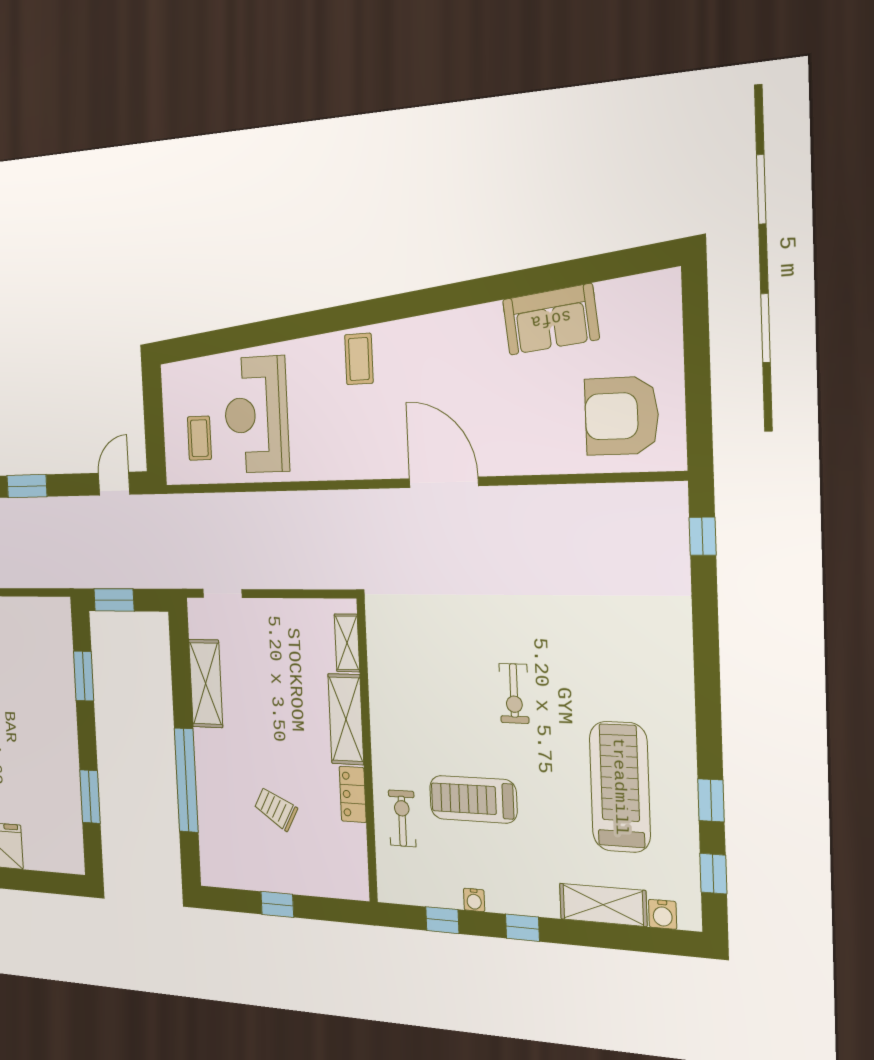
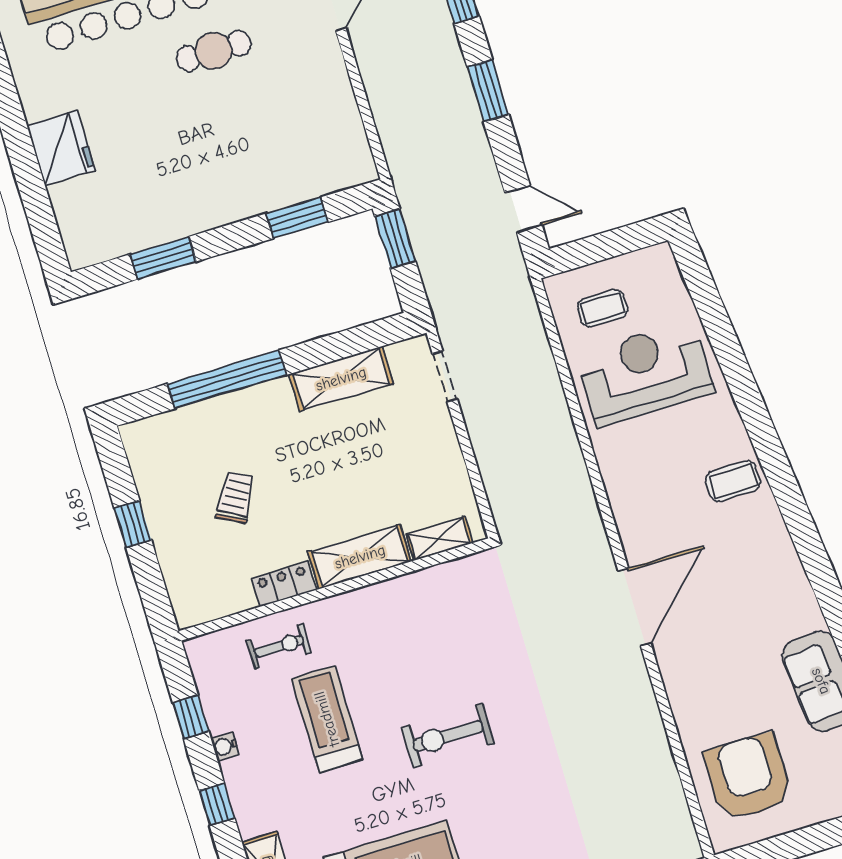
exercise bike: (514, 693) -> (448, 736), width x1.38, depth x1.39

